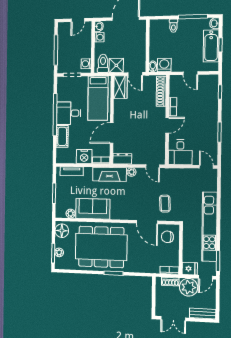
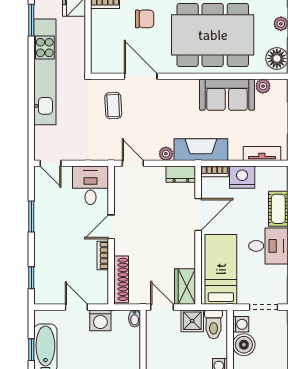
boiler: (84, 51) -> (244, 345), added
washing machine: (164, 65) -> (100, 320), moved
chair: (167, 237) -> (145, 19), moved

